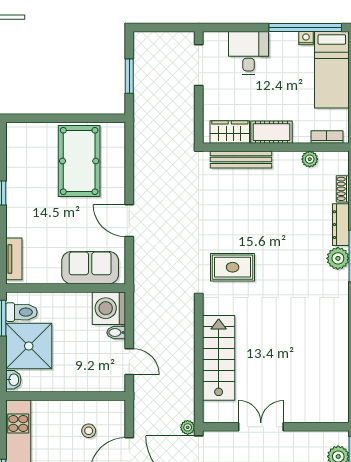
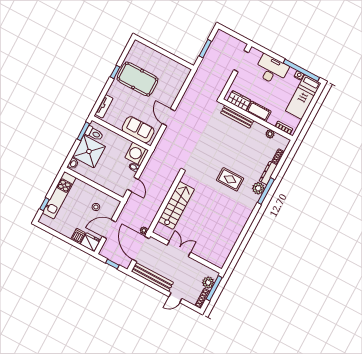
desk: (249, 53) -> (271, 70), width x1.37
pool table: (79, 161) -> (138, 79), moved, turned 90
rug: (233, 267) -> (230, 179), moved

